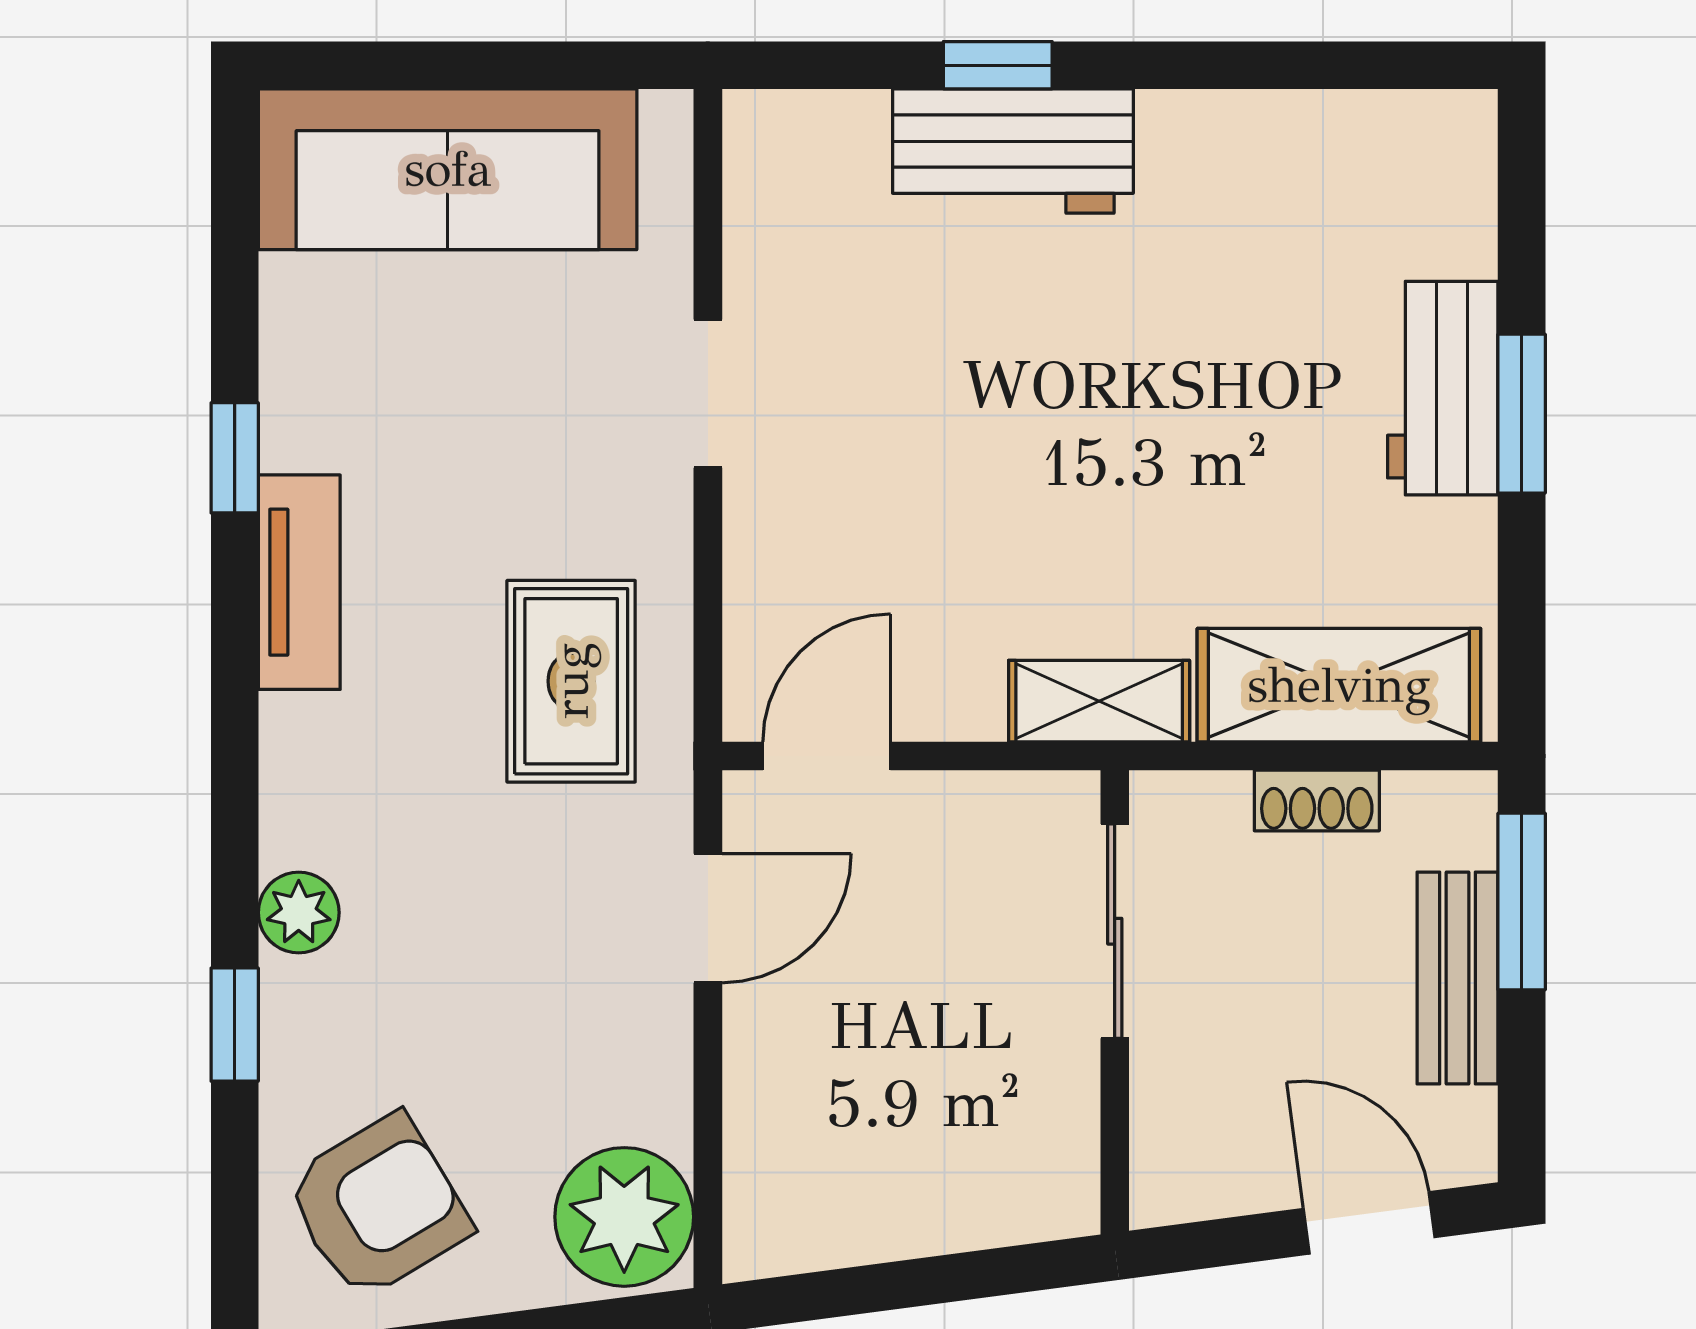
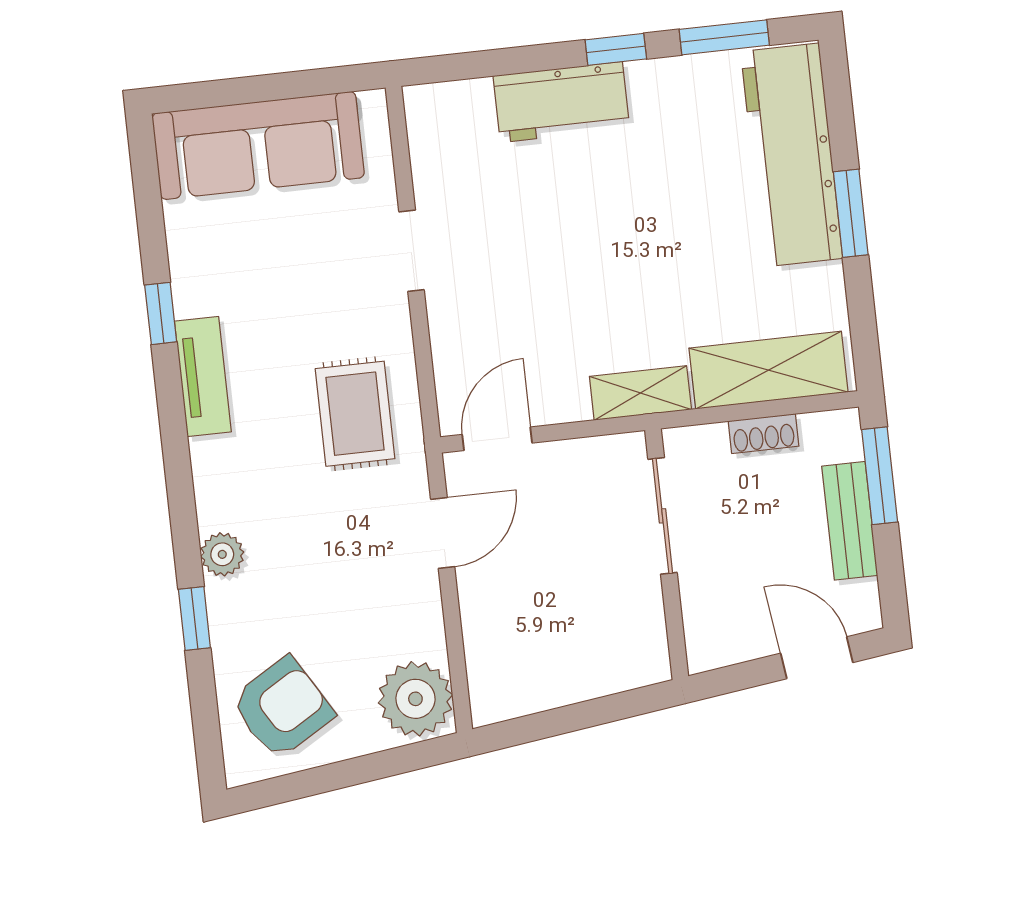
window: (998, 65) -> (616, 49), moved
window: (1325, 65) -> (724, 37), added
workbench: (1443, 388) -> (792, 155), width x1.88, depth x1.32

